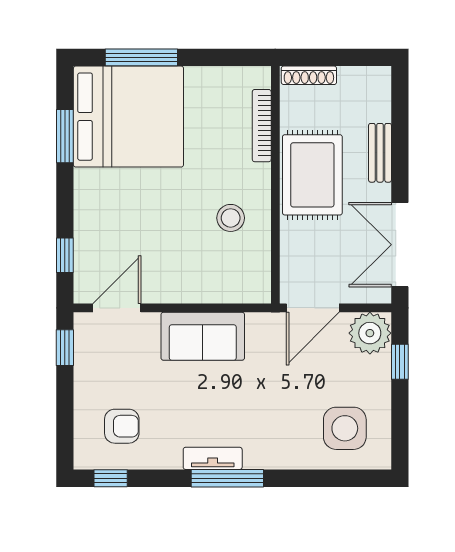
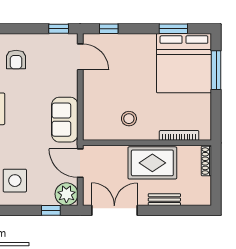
sofa: (203, 336) -> (65, 120), moved

